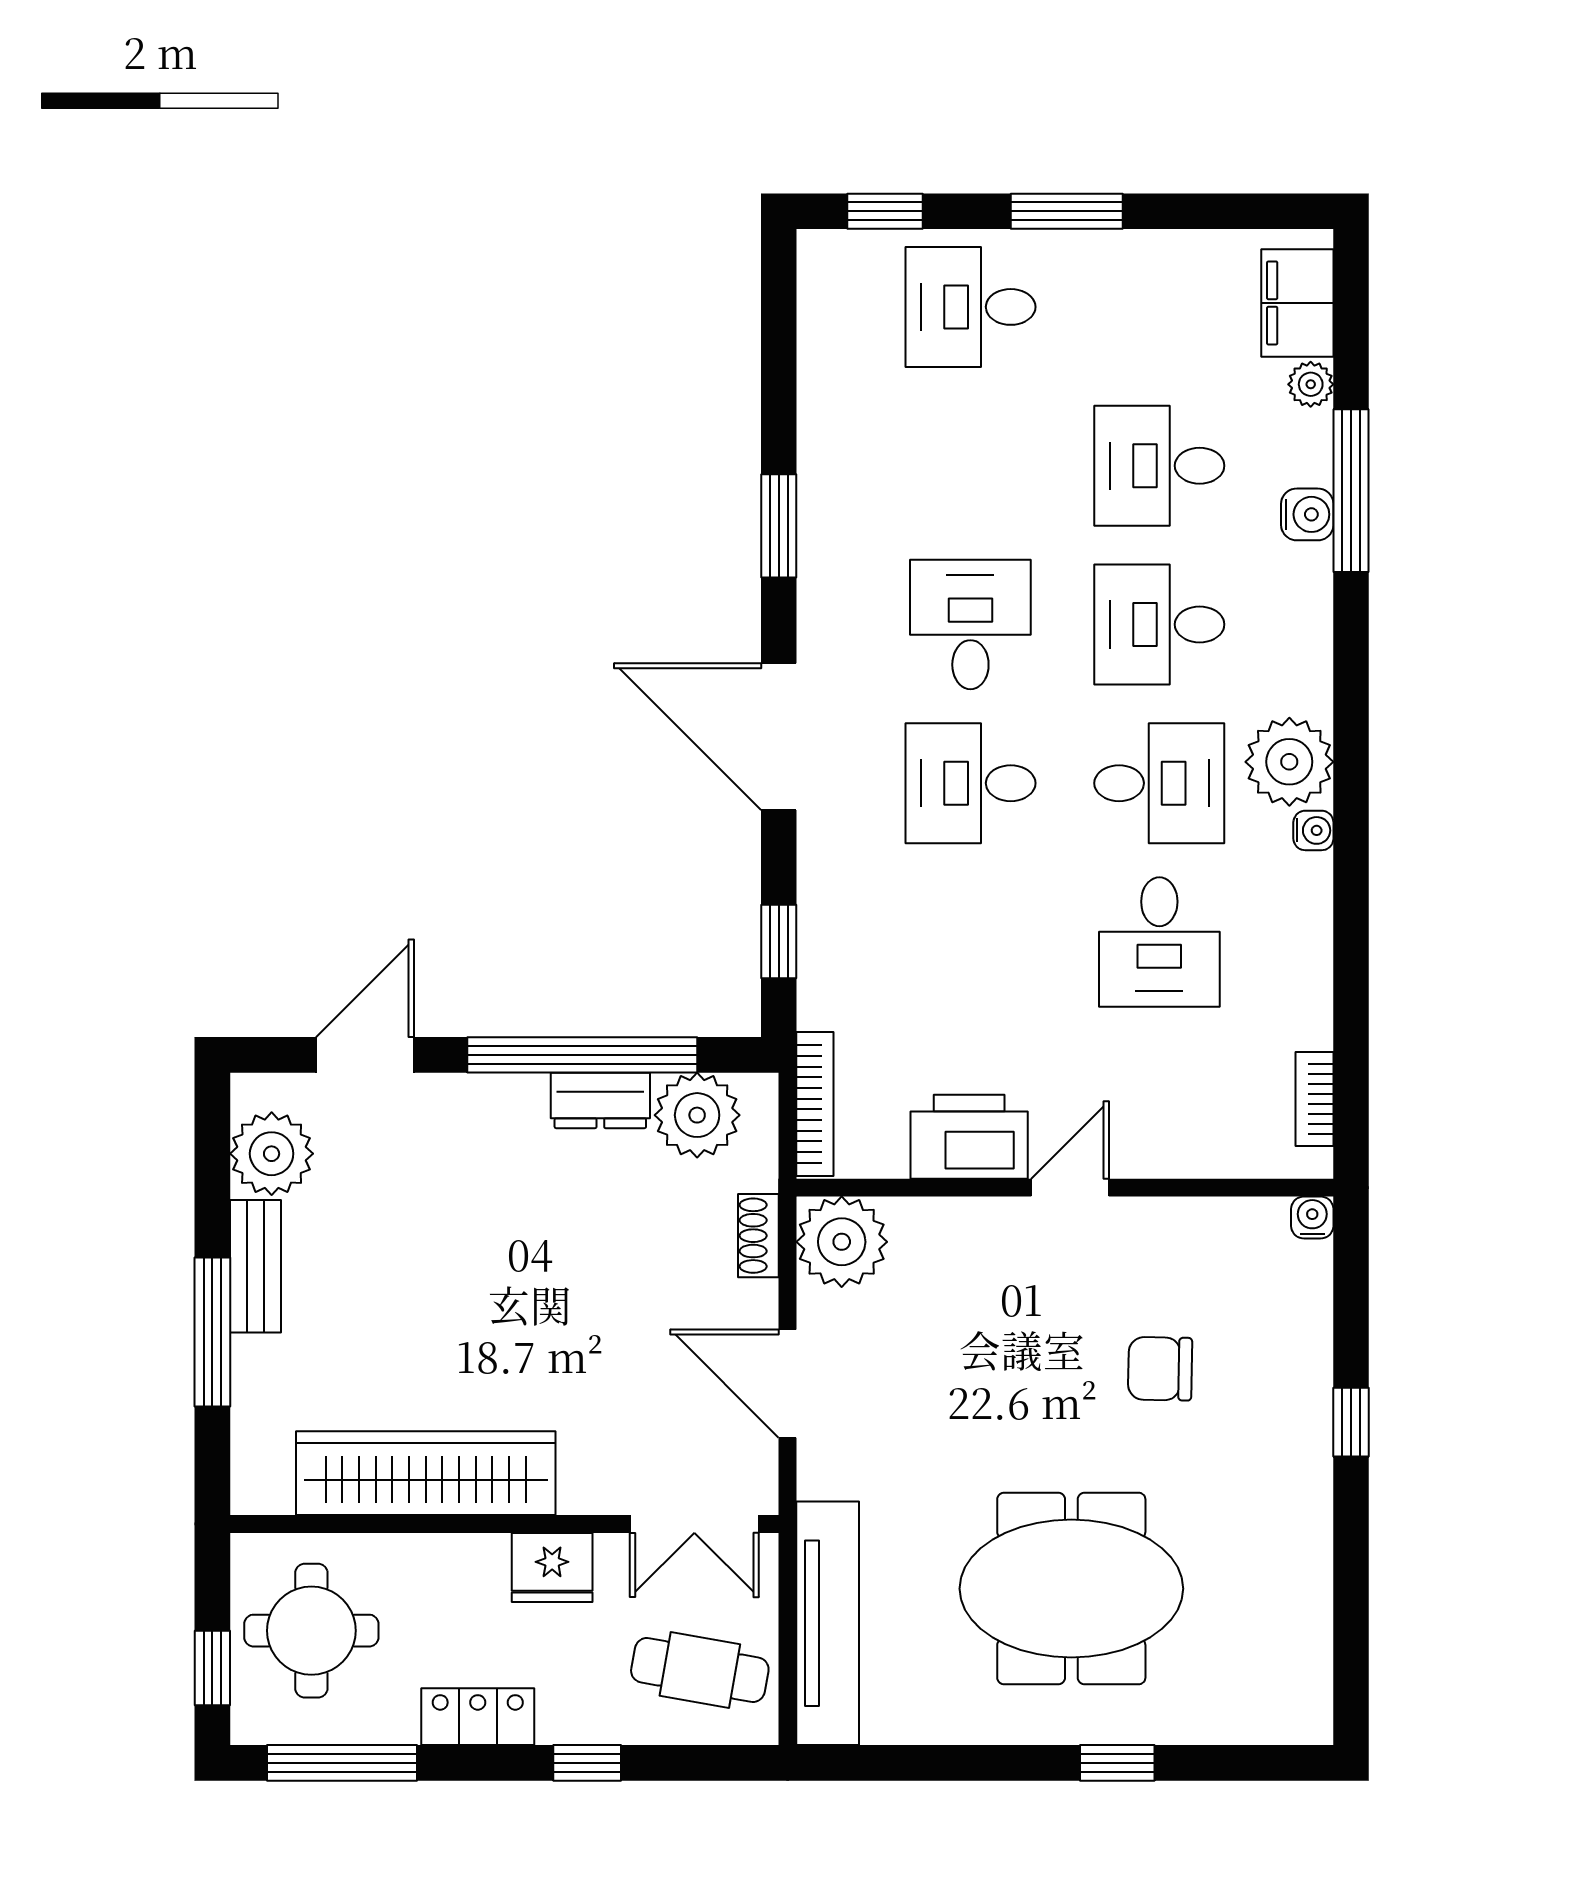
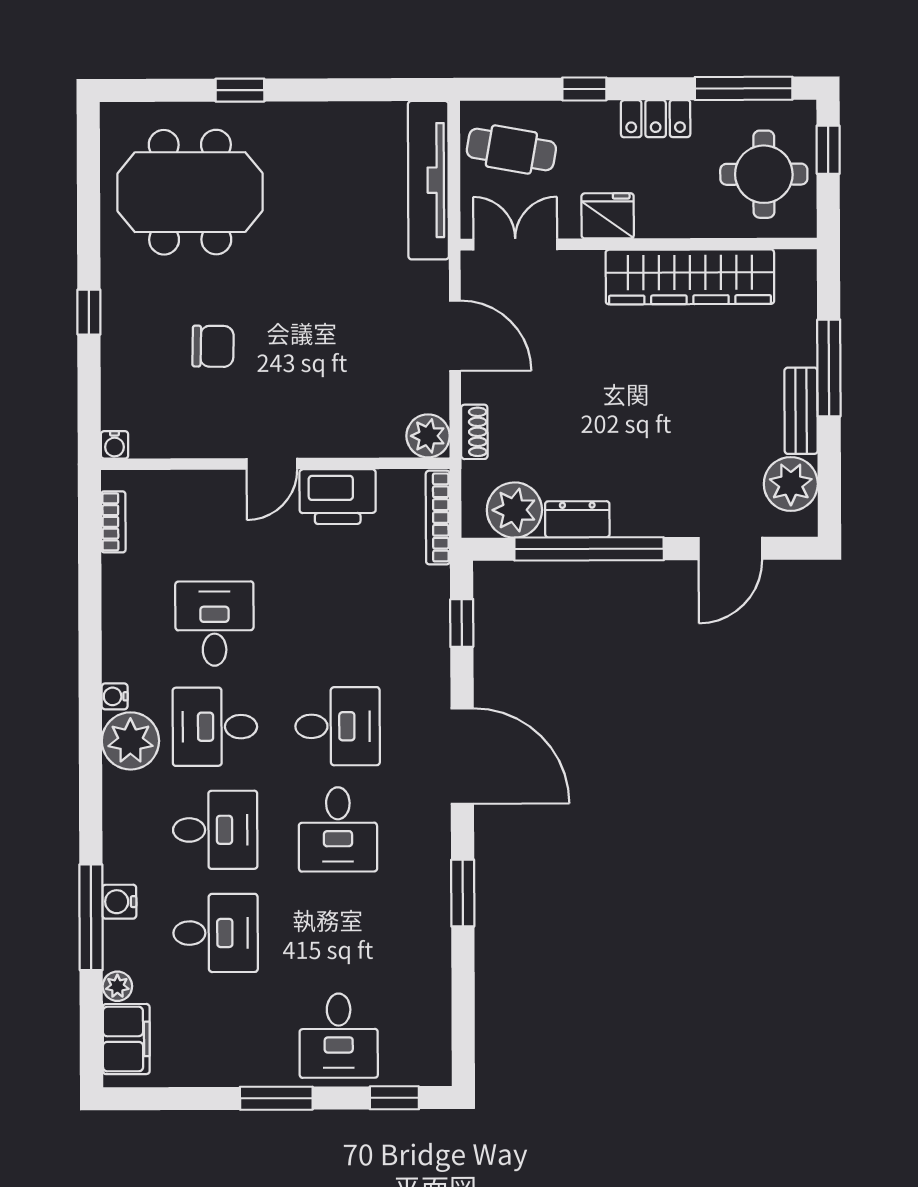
desk: (970, 307) -> (339, 1036), turned 90
plant: (842, 1242) -> (428, 436), width x0.73, depth x0.73
meeting table: (1071, 1589) -> (190, 192), moved

